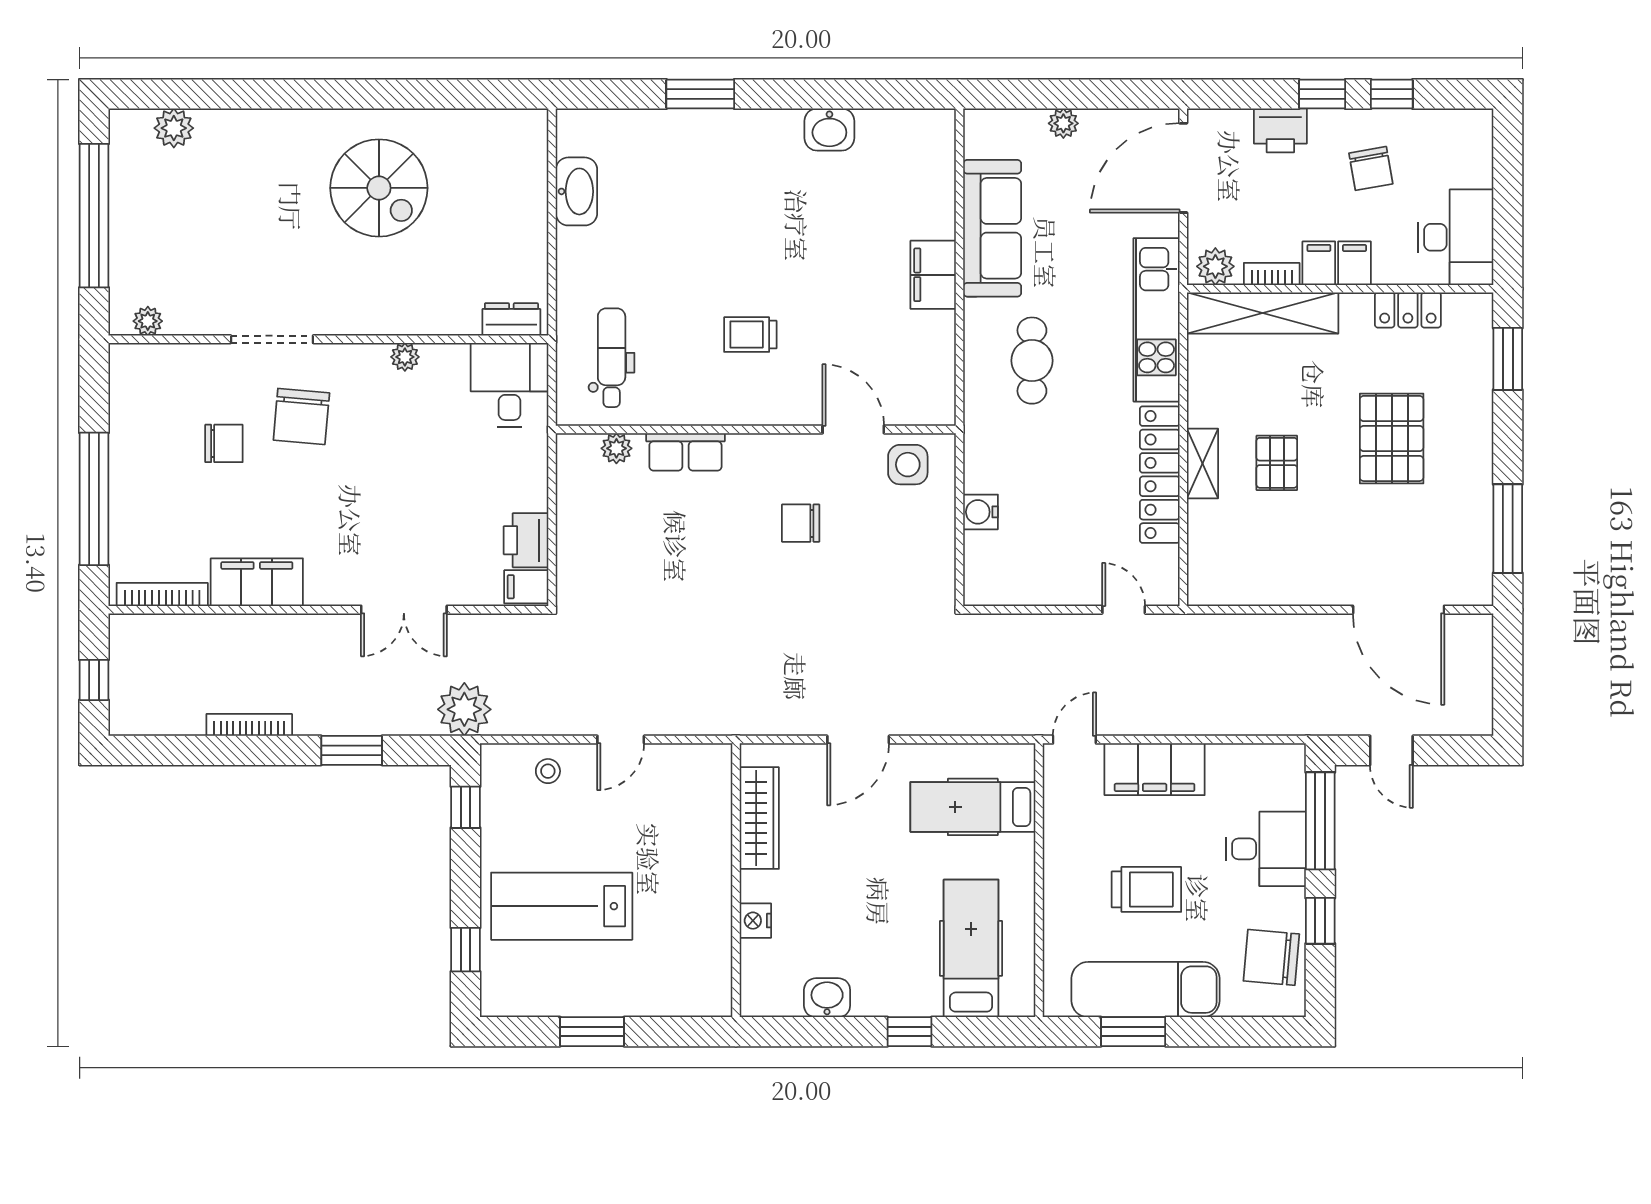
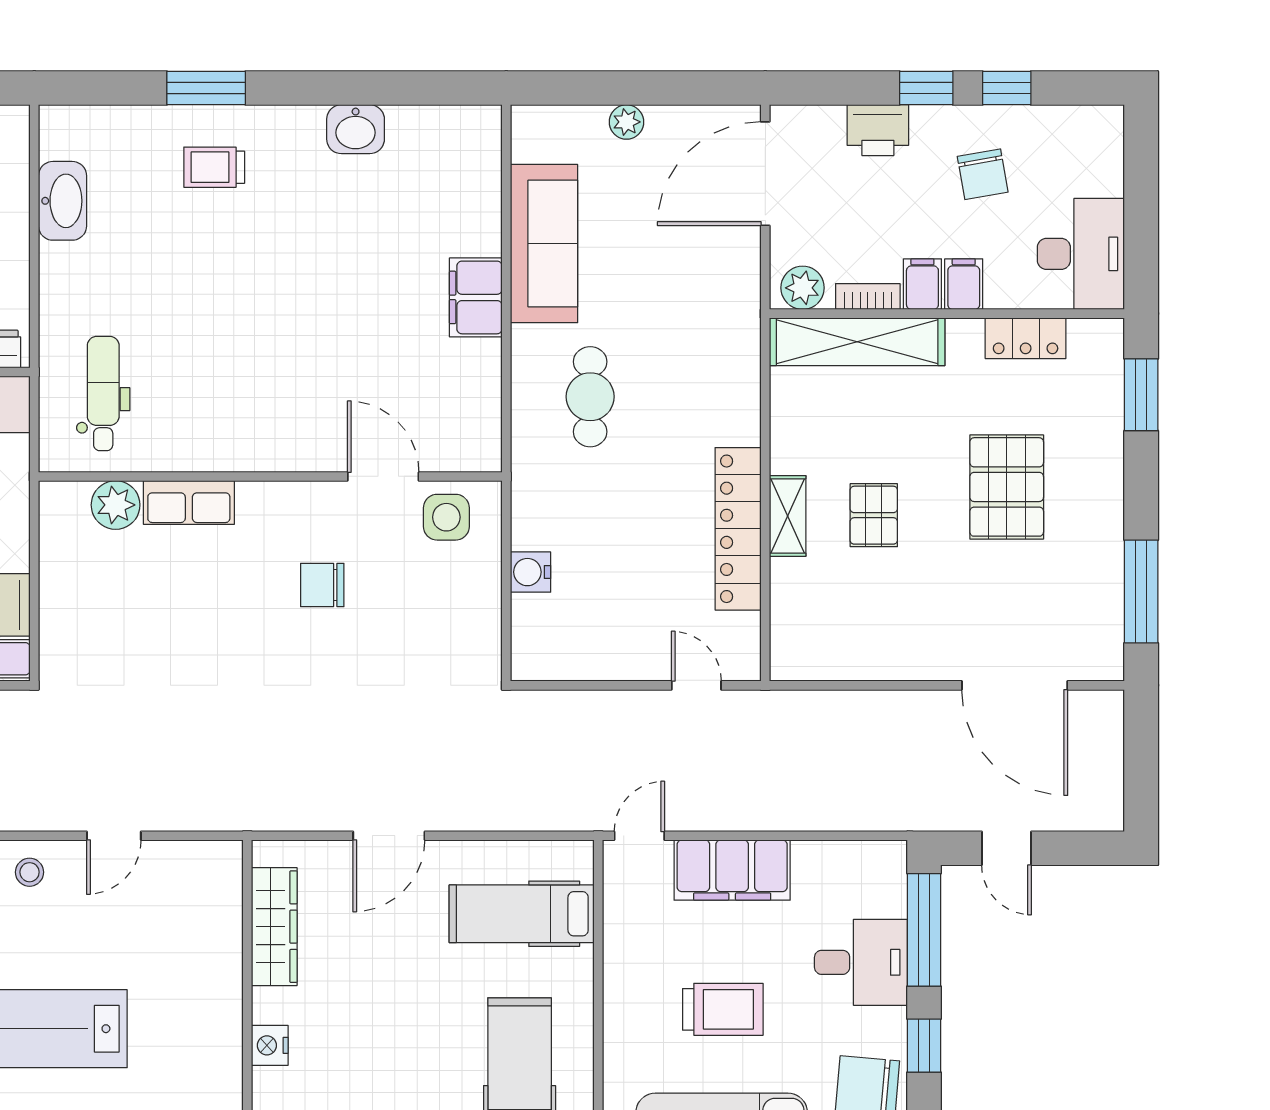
kitchen unit: (1157, 320) -> (734, 350), removed
trolley: (750, 335) -> (214, 167), moved
plant: (616, 448) -> (116, 505), width x1.38, depth x1.38

